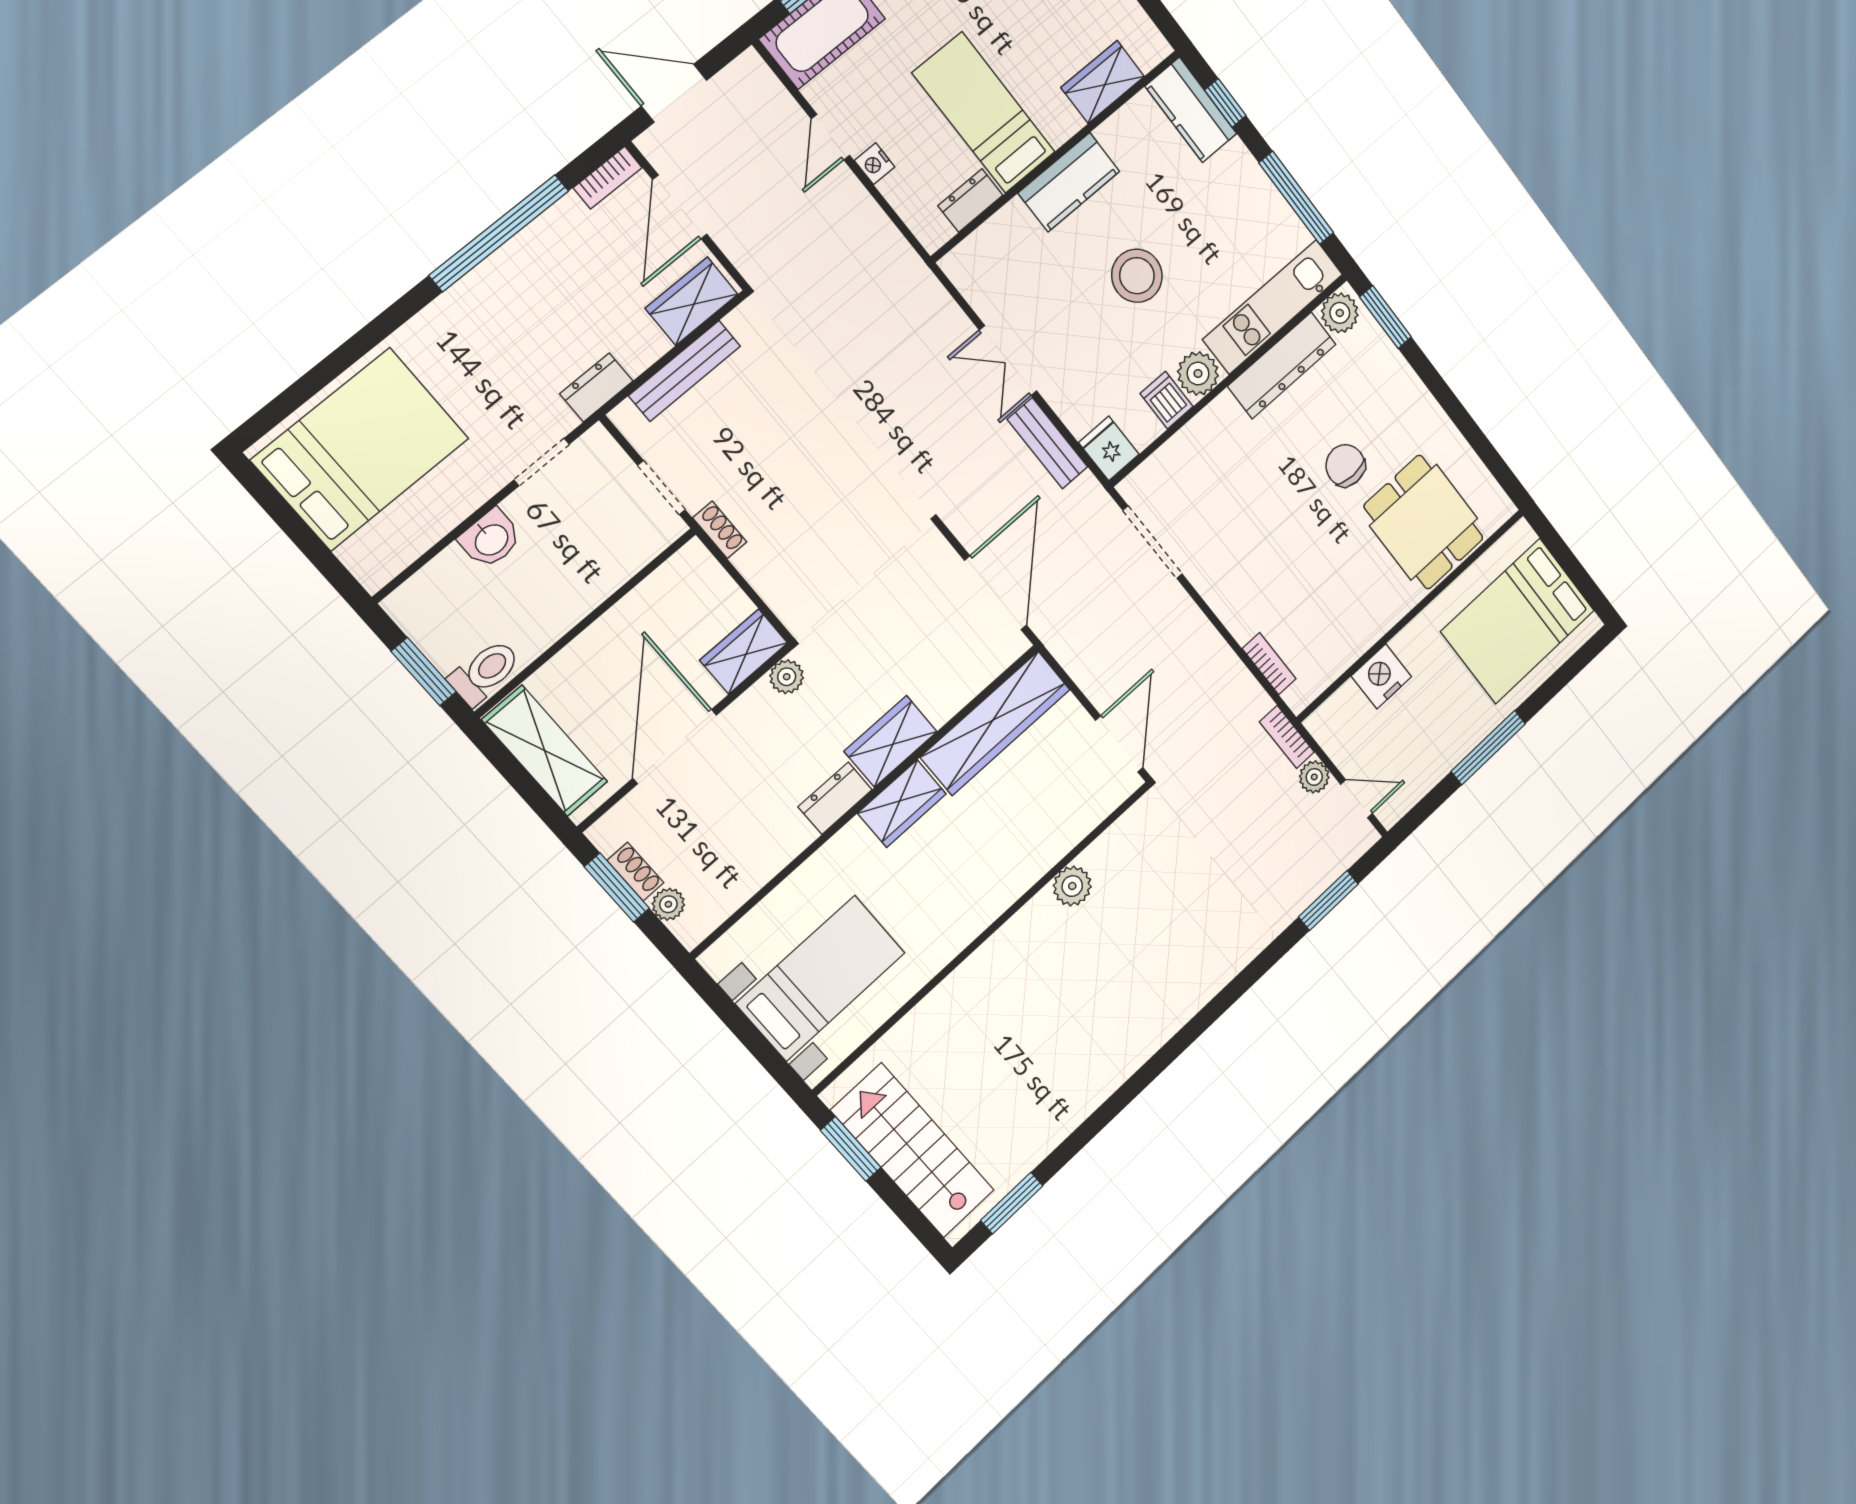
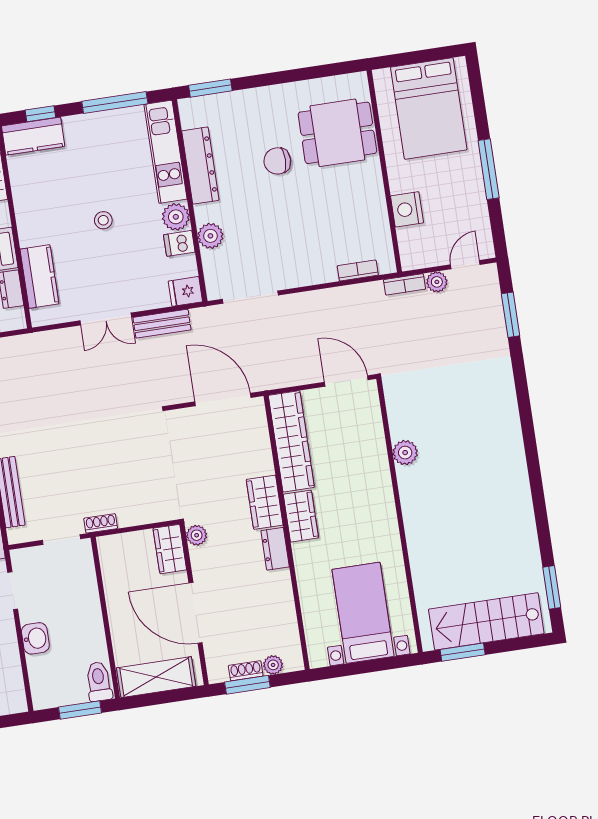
kitchen counter: (1069, 182) -> (39, 277), moved
stool: (1137, 276) -> (103, 220), width x0.53, depth x0.53
plant: (1340, 313) -> (210, 236), moved

